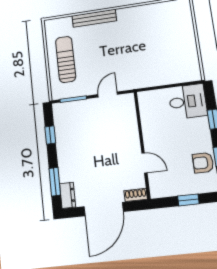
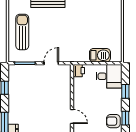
barbecue: (171, 75) -> (100, 55), added
printer: (146, 99) -> (79, 71), added

